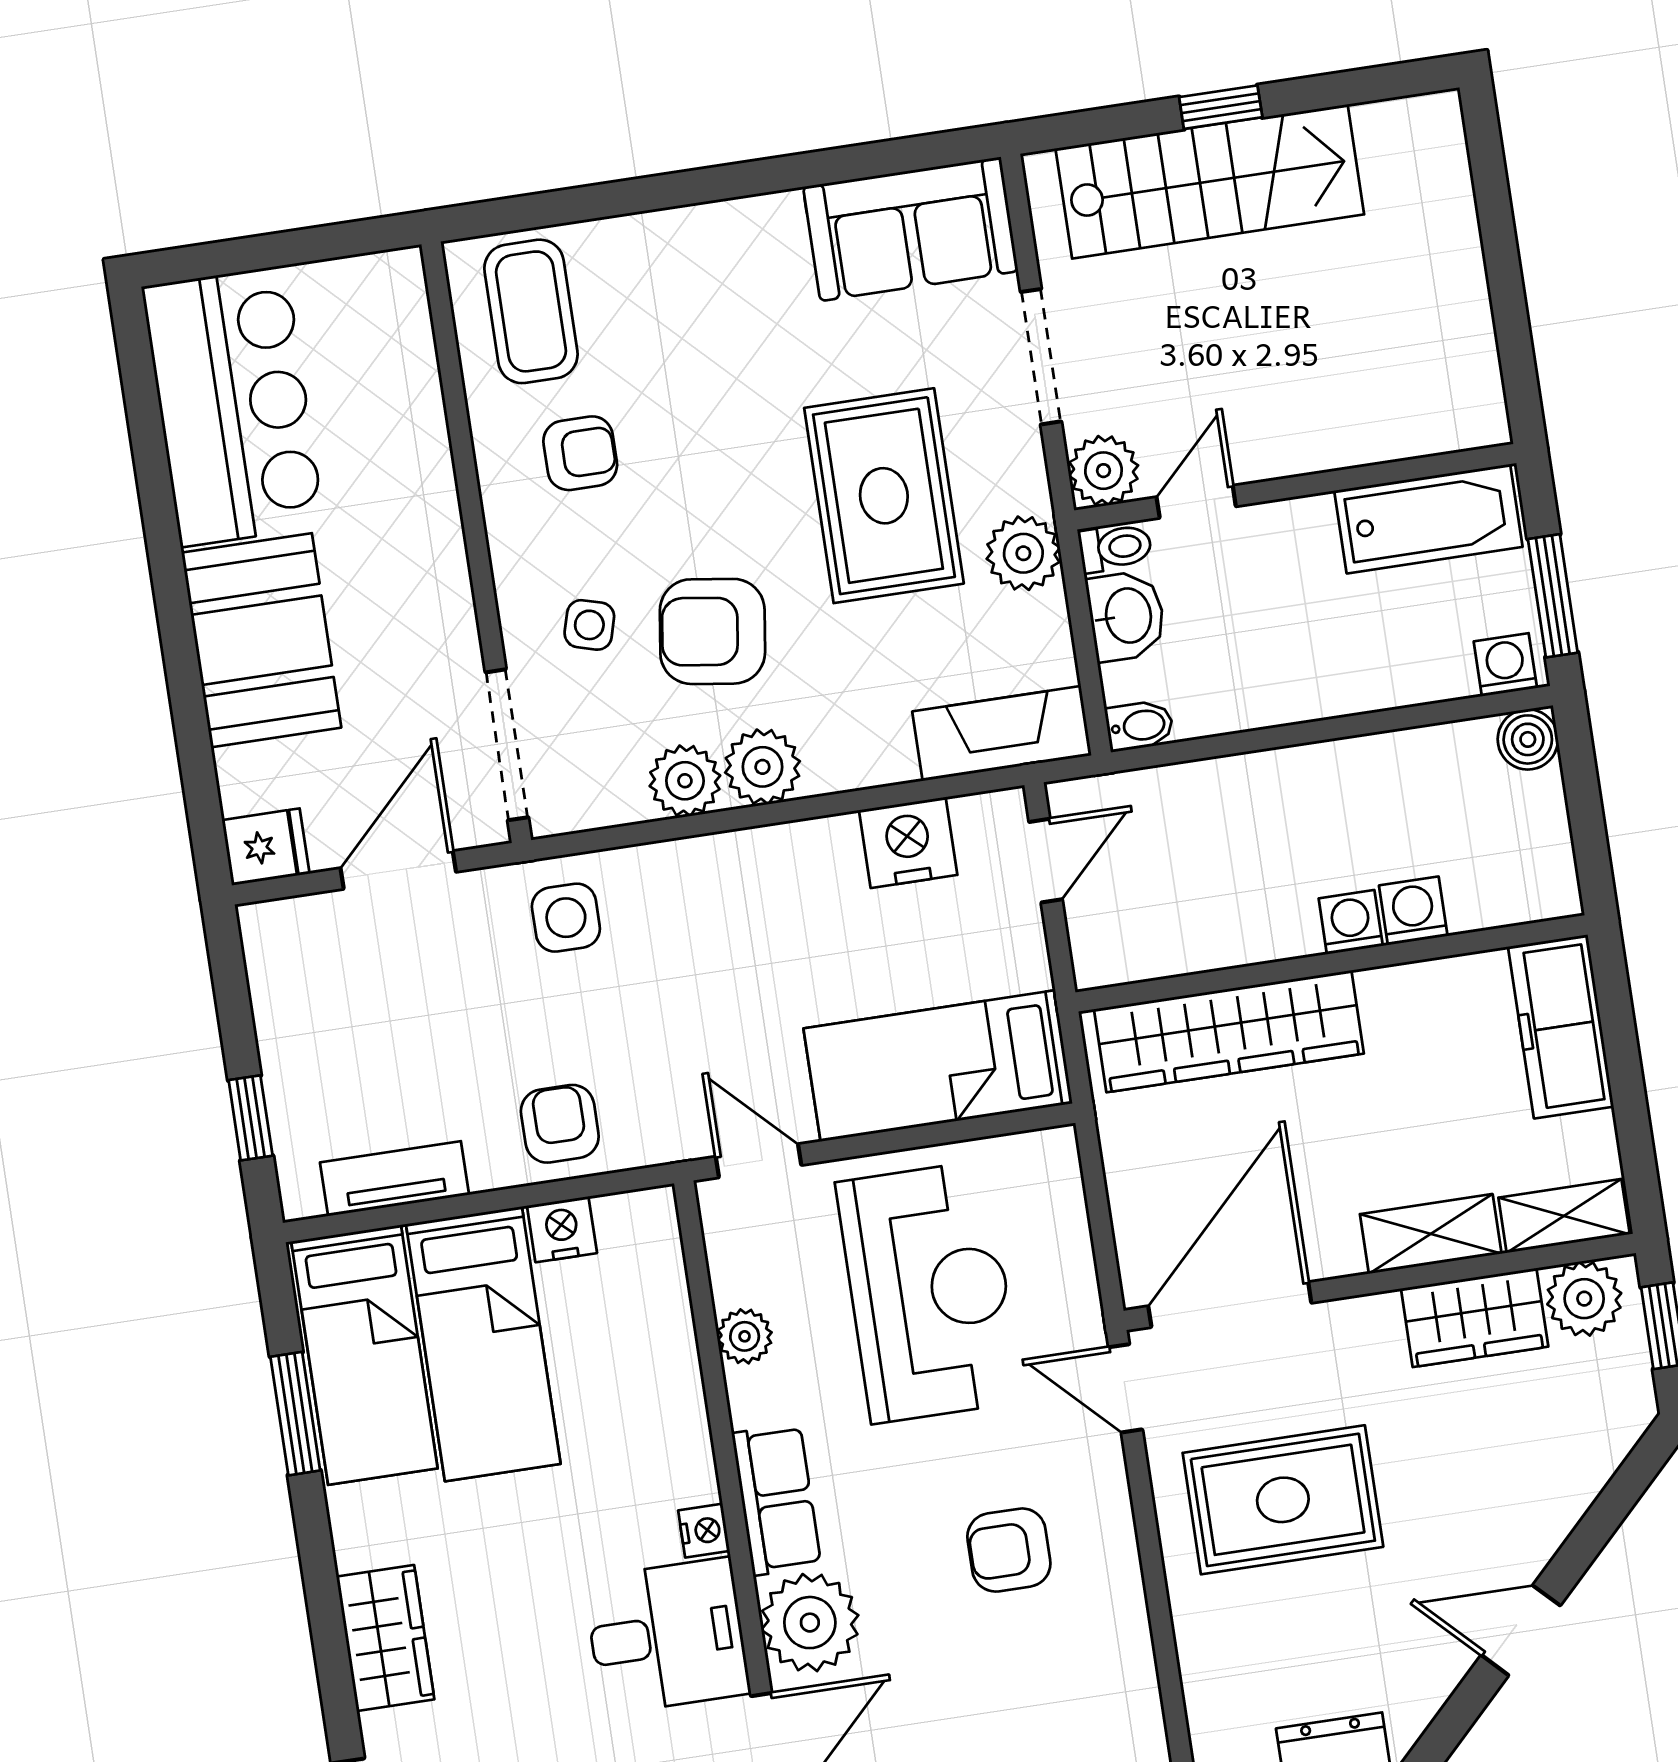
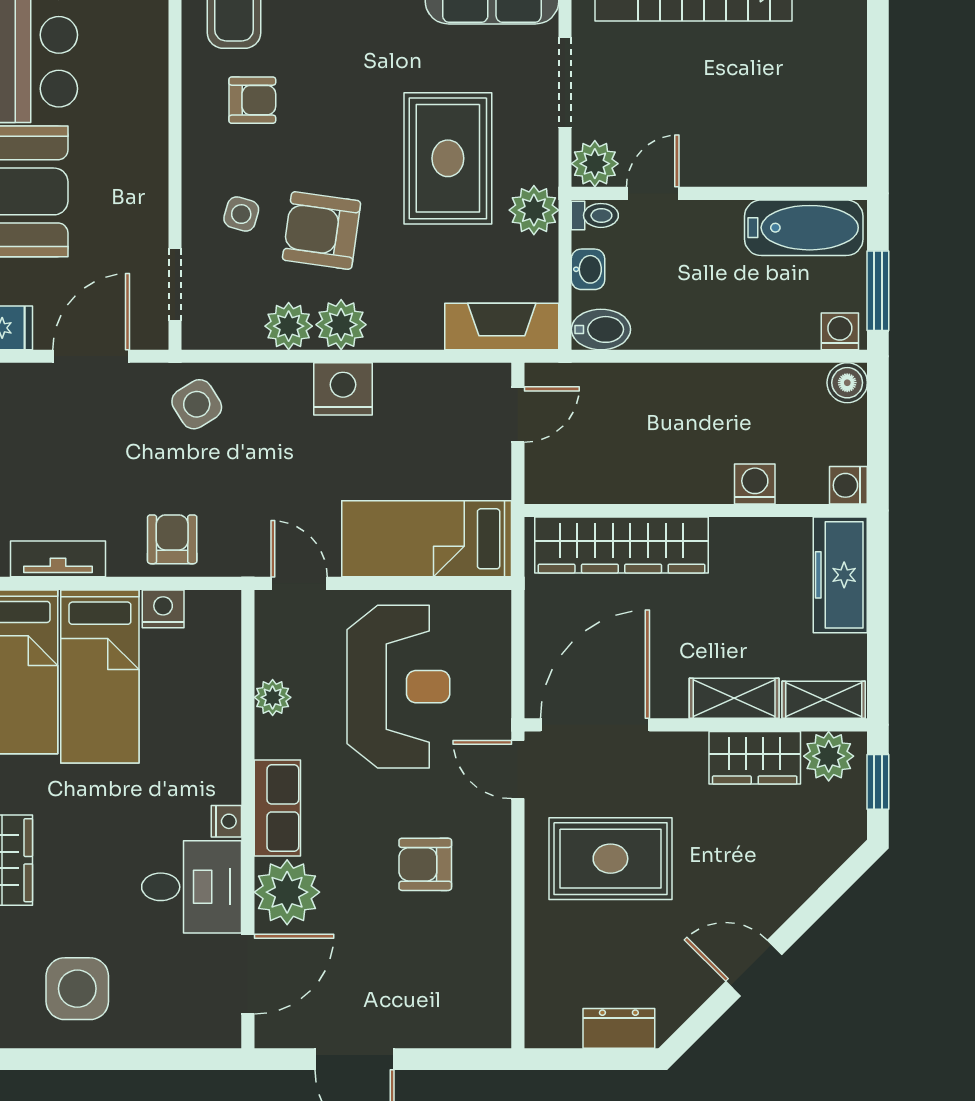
washbasin: (1126, 616) -> (588, 269), width x0.72, depth x0.69
bidet: (1140, 726) -> (601, 329), width x1.38, depth x1.36
doorway: (507, 745) -> (175, 285), width x0.73
nightstand: (908, 843) -> (343, 389), moved
side table: (566, 918) -> (197, 404), turned -32
washing machine: (1351, 922) -> (848, 485), moved, turned -90

